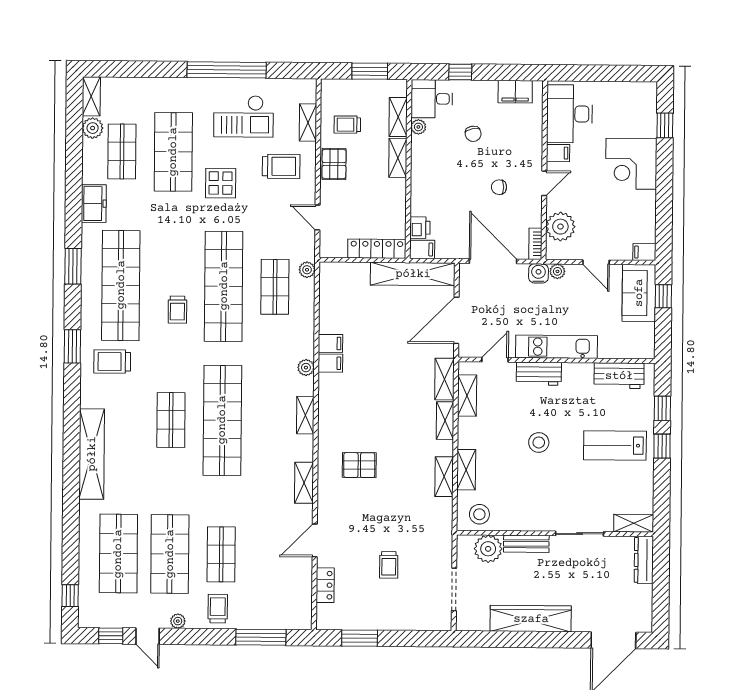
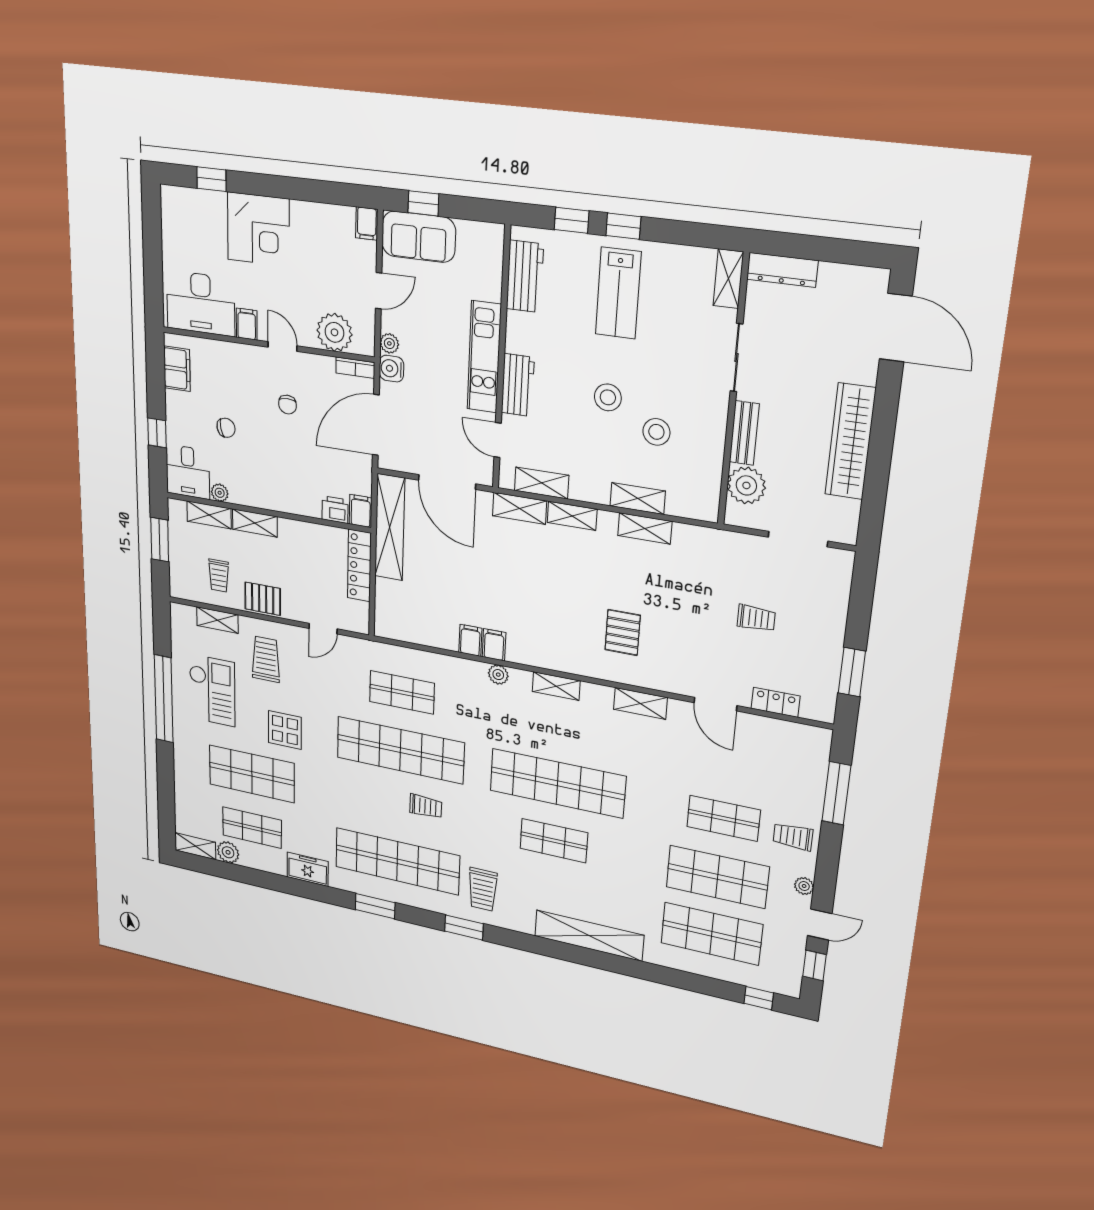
plant: (307, 270) -> (383, 652), removed
stool: (479, 514) -> (656, 432), moved

